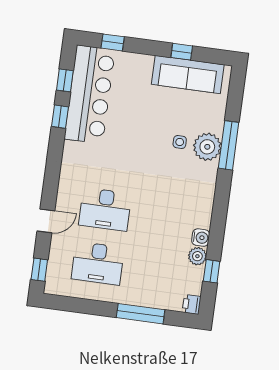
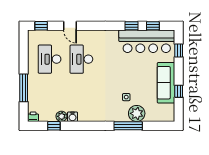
sofa: (188, 75) -> (166, 83), moved
plant: (207, 147) -> (137, 113), moved

